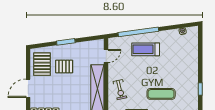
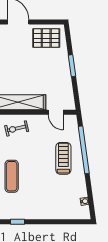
pallet: (64, 67) -> (43, 64), removed

